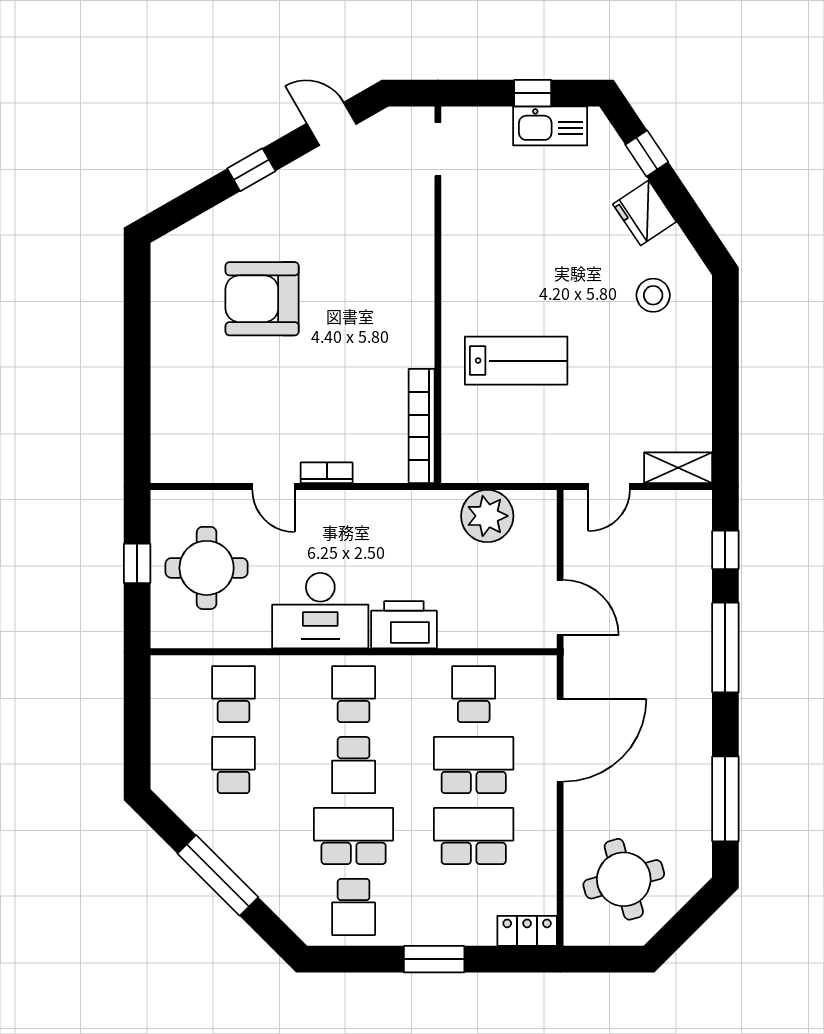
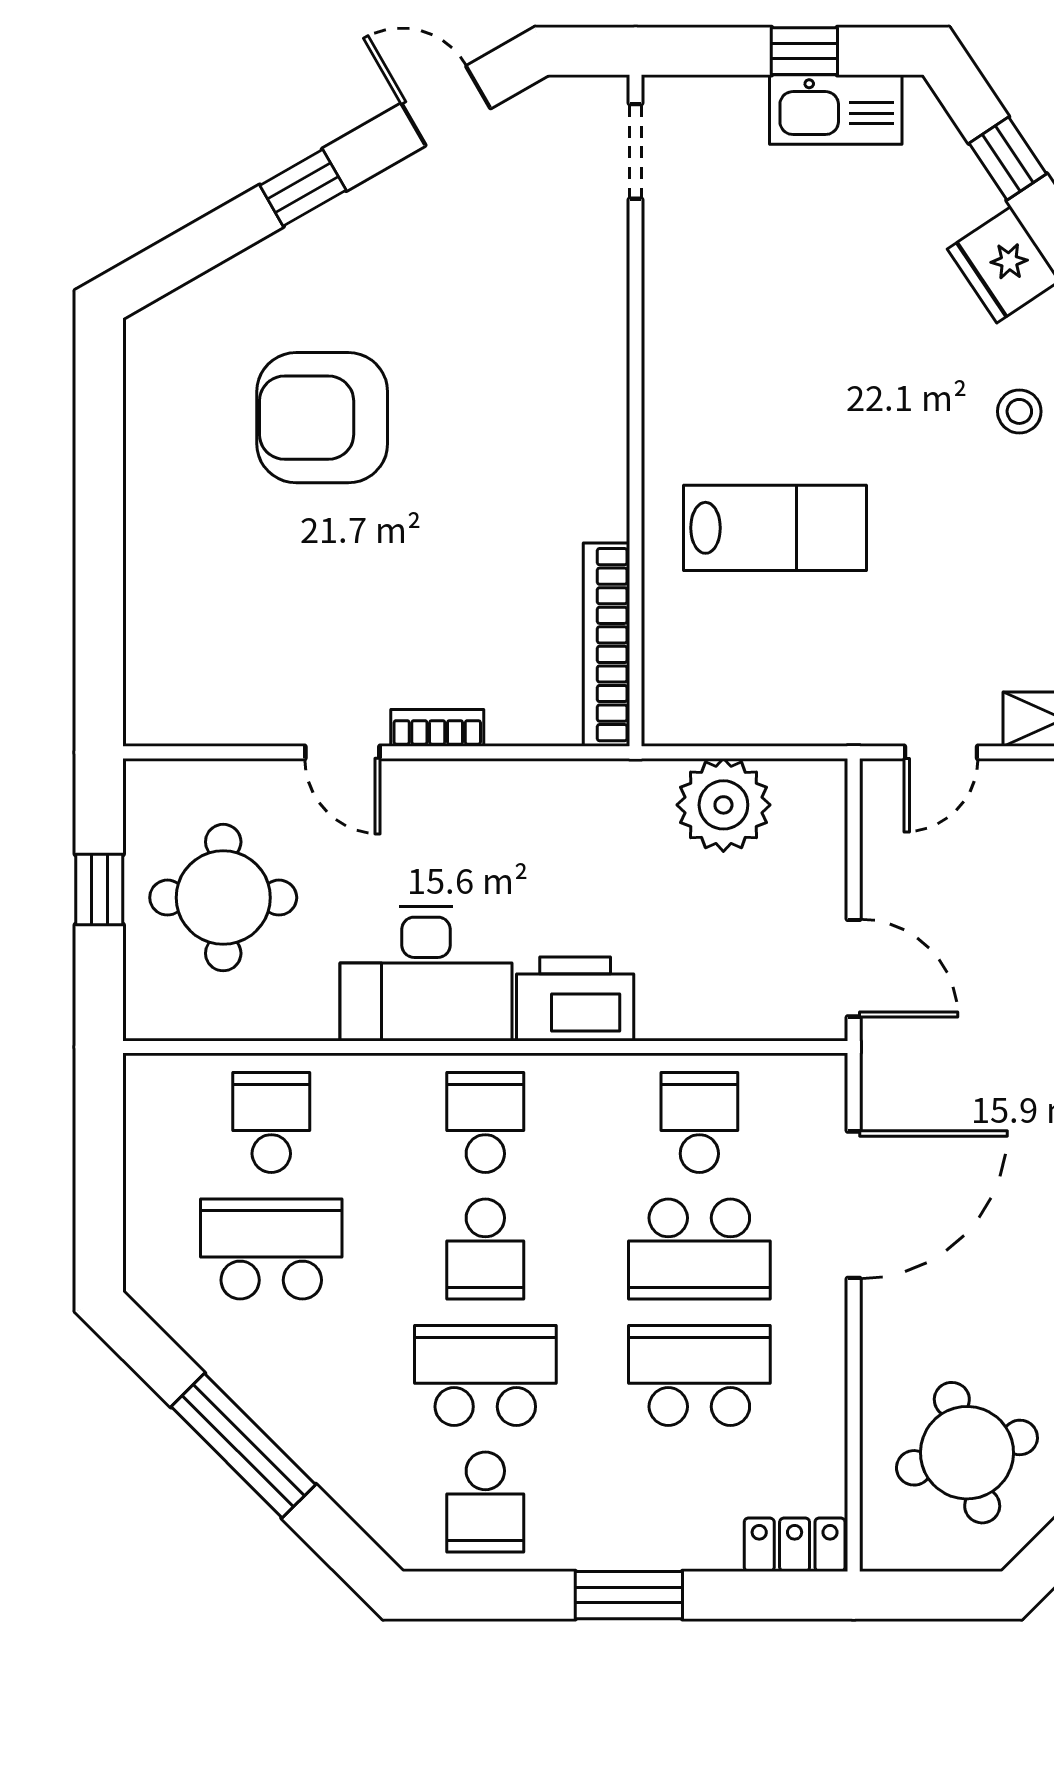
stool: (653, 295) -> (1019, 411), width x0.73, depth x0.73
school desk: (234, 765) -> (271, 1249), width x1.85
school desk: (474, 765) -> (699, 1249), turned 180

